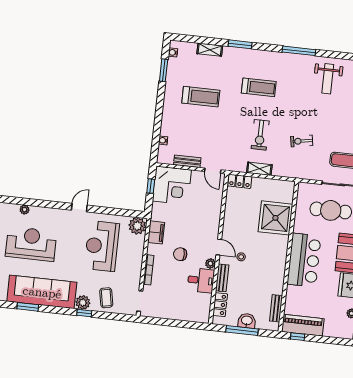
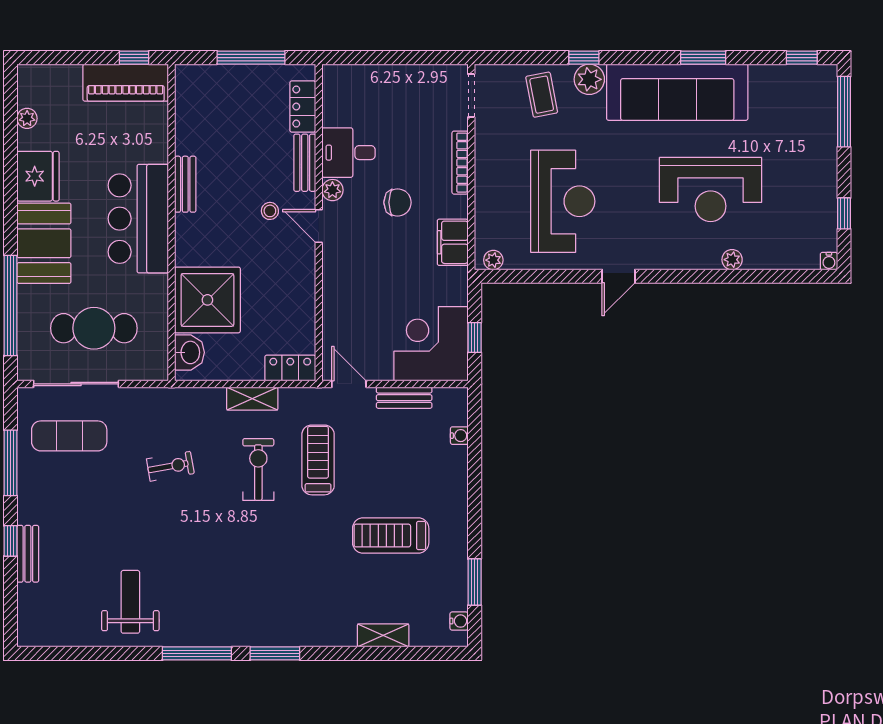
window: (240, 44) -> (275, 653), moved
treadmill: (259, 87) -> (318, 460), moved, turned 90
plant: (137, 226) -> (493, 260), width x0.53, depth x0.53
bench: (276, 308) -> (185, 184), moved
washbasin: (247, 321) -> (189, 352), moved, turned -90

